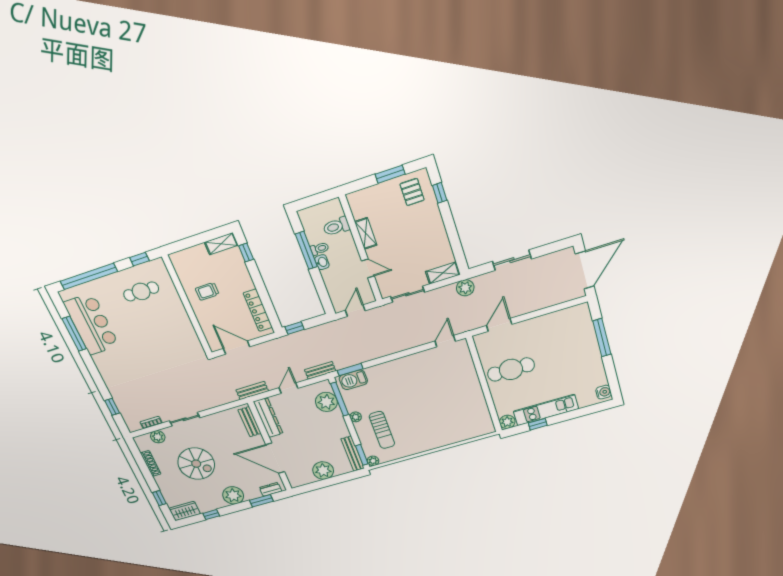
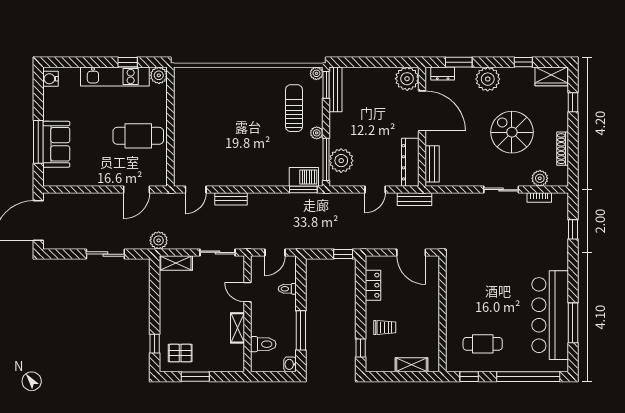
pallet: (412, 192) -> (180, 353), turned 90
shelving: (221, 244) -> (411, 365), moved
toilet: (320, 249) -> (287, 289), moved
washbasin: (322, 262) -> (290, 364), moved
trolley: (207, 291) -> (385, 327), moved
locker: (258, 310) -> (373, 285), width x0.66
bar counter: (91, 324) -> (550, 315), width x1.36
sofa: (584, 341) -> (56, 144), added
bench: (320, 370) -> (231, 199), moved
plant: (323, 471) -> (407, 79), moved

